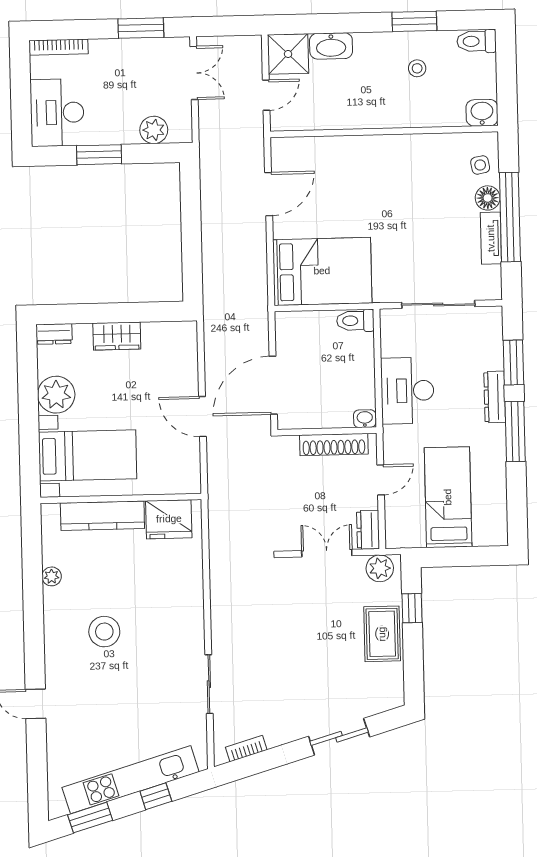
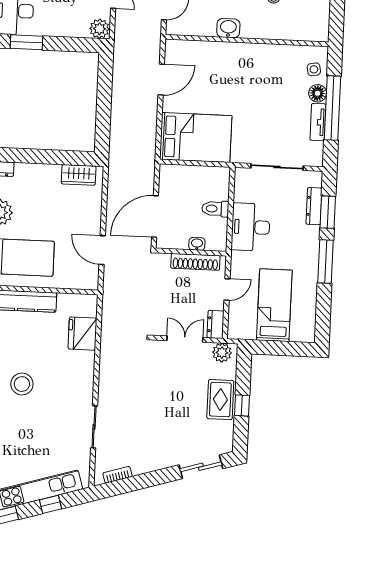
washbasin: (482, 113) -> (228, 28), moved
plant: (154, 130) -> (99, 29), moved
window: (99, 155) -> (26, 42), moved
toilet: (355, 321) -> (215, 209), moved
wardrobe: (117, 336) -> (79, 175), moved
dresser: (495, 397) -> (314, 206), moved
door: (202, 416) -> (102, 250), moved
washbasin: (365, 419) -> (197, 244), moved
fridge: (169, 519) -> (83, 334), moved, turned 90
window: (412, 608) -> (242, 405), moved
sliding door: (339, 737) -> (201, 467), moved

